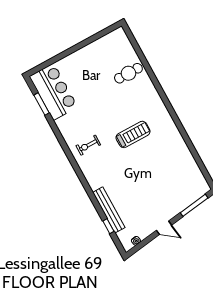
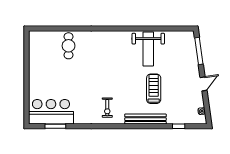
treadmill: (133, 134) -> (154, 89), moved
weight bench: (169, 154) -> (148, 49), added
bench: (109, 210) -> (145, 119), moved

